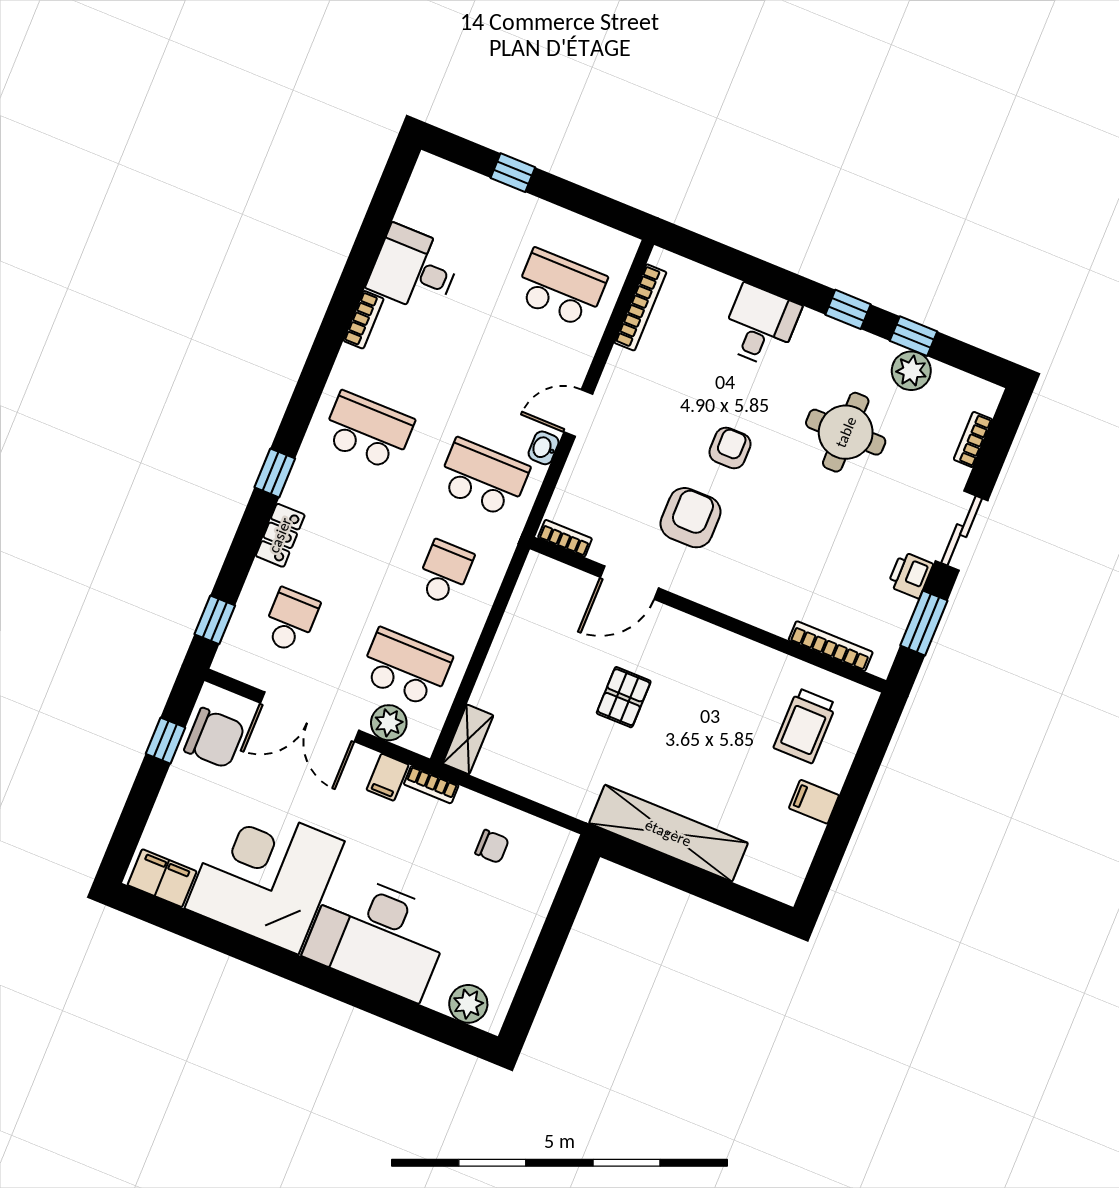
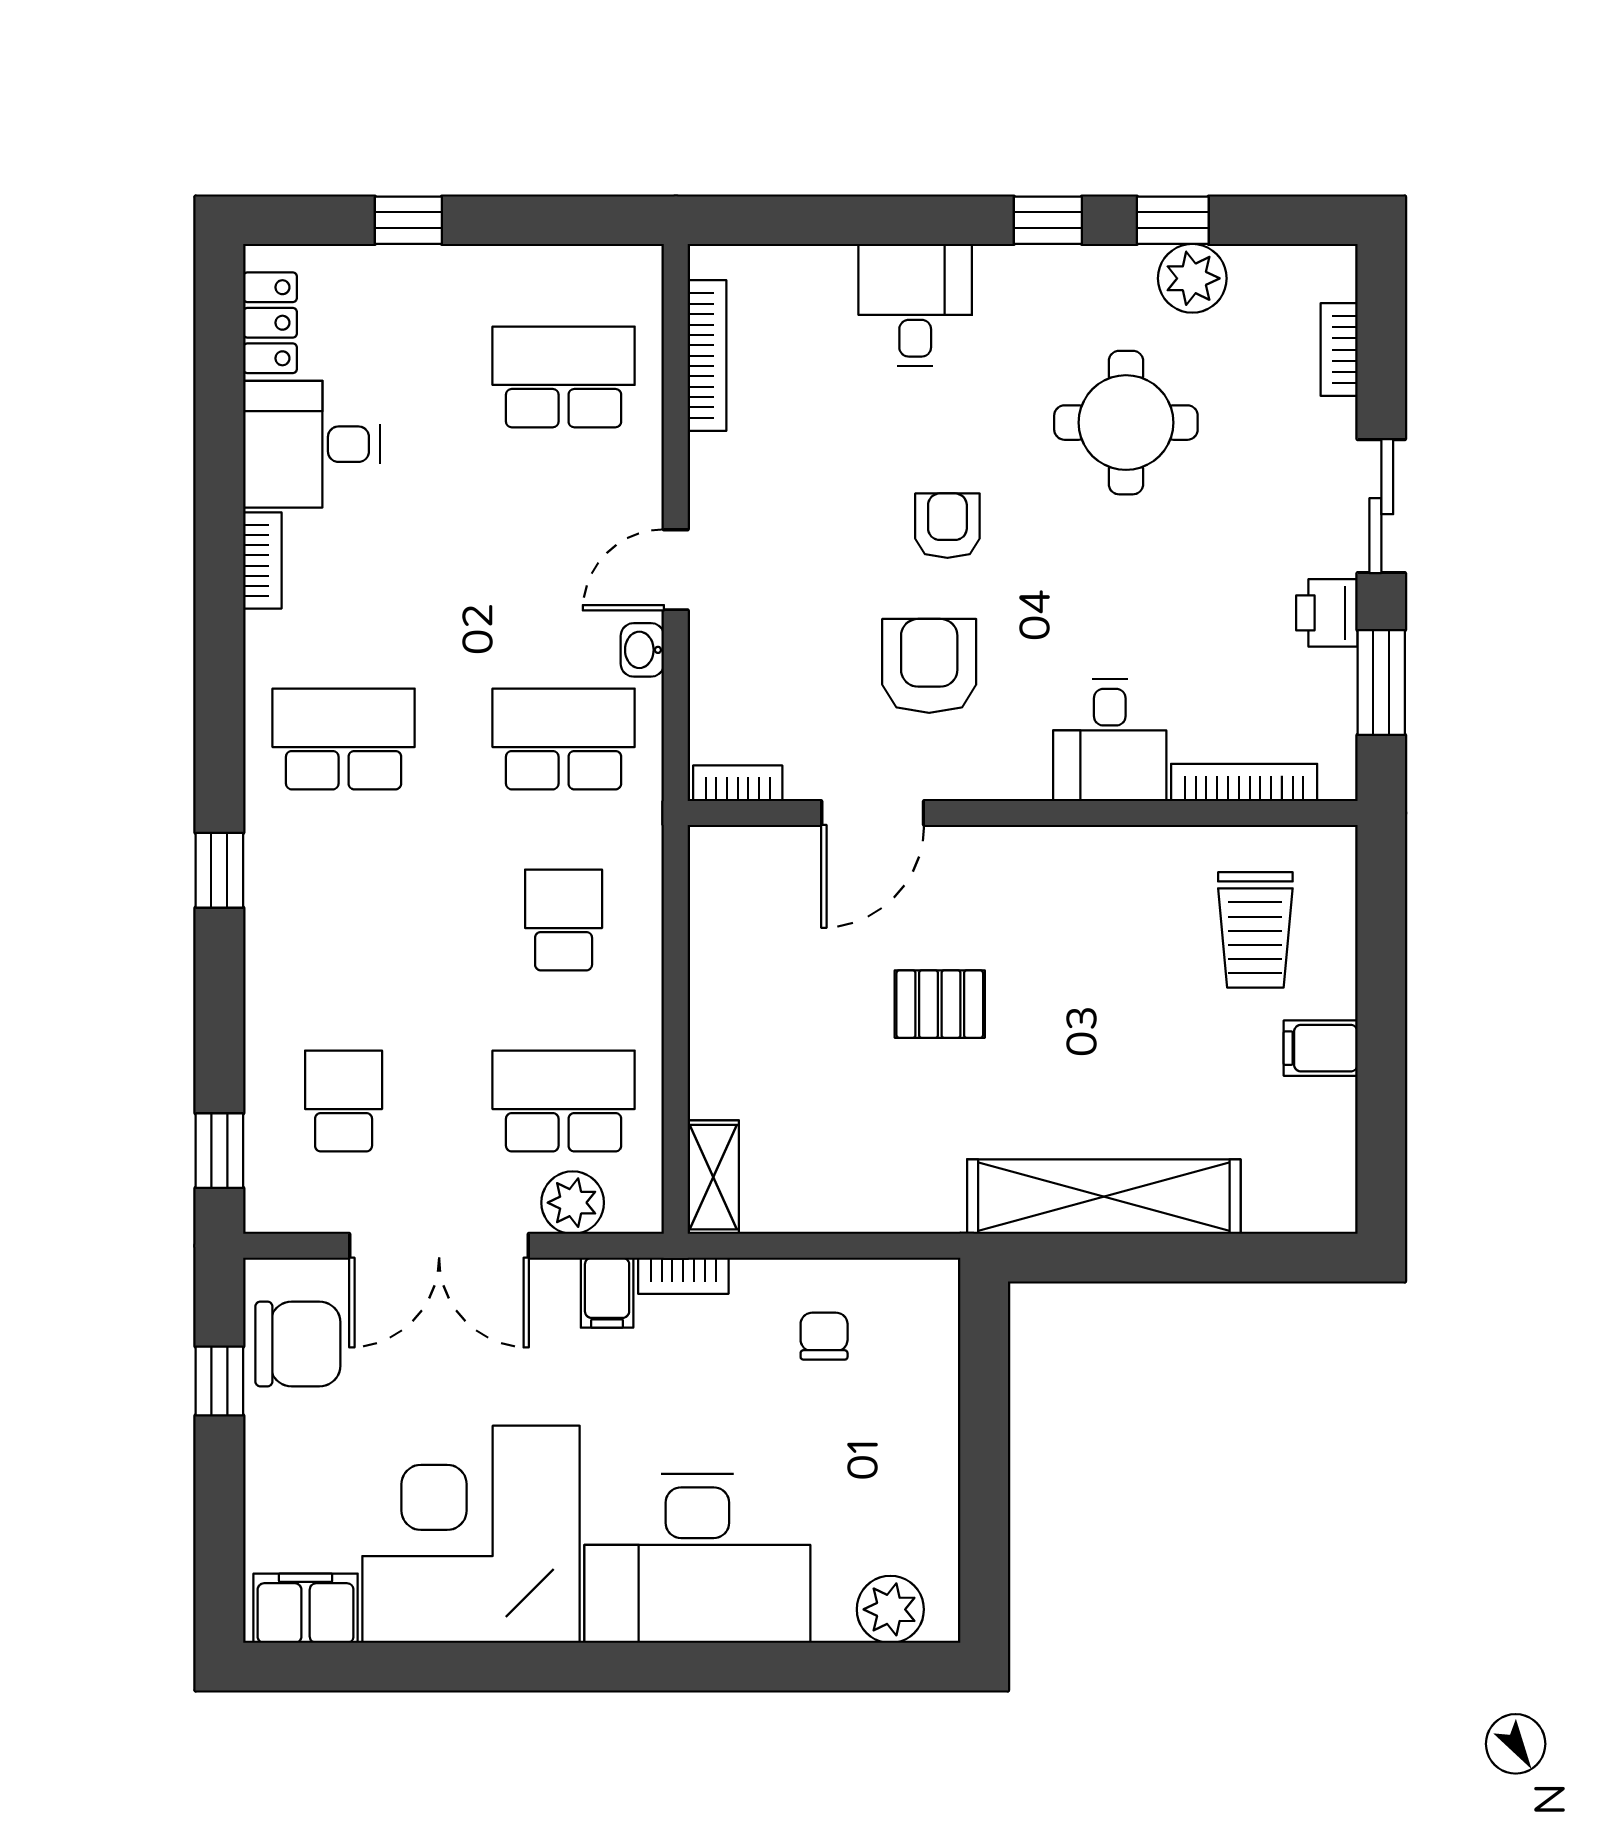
locker: (280, 535) -> (270, 323), moved
desk: (769, 595) -> (1110, 740), added
pallet: (624, 697) -> (940, 1004), turned 90
chair: (492, 846) -> (824, 1336), turned -90

